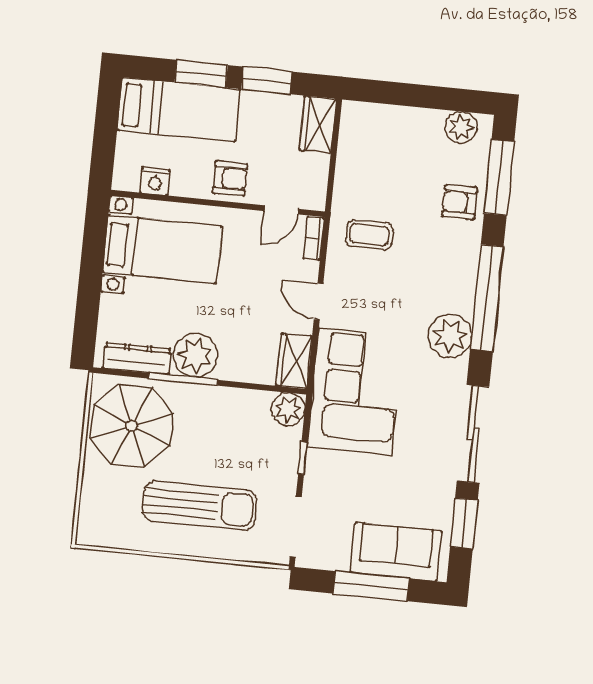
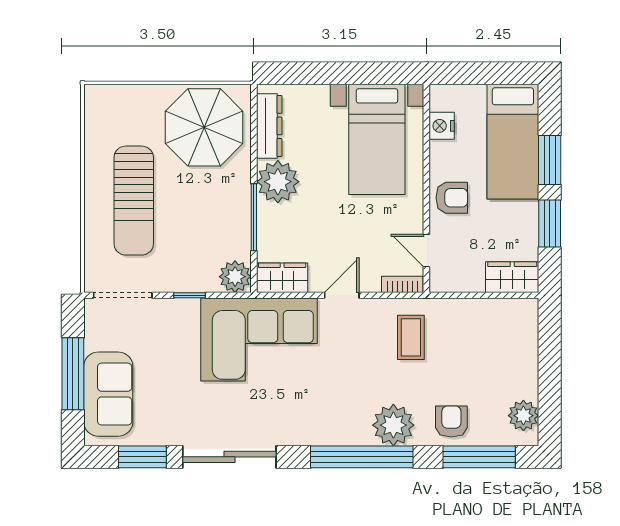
armchair: (230, 178) -> (452, 198), turned -90
plant: (450, 336) -> (393, 425), moved
window: (183, 379) -> (254, 217), moved

